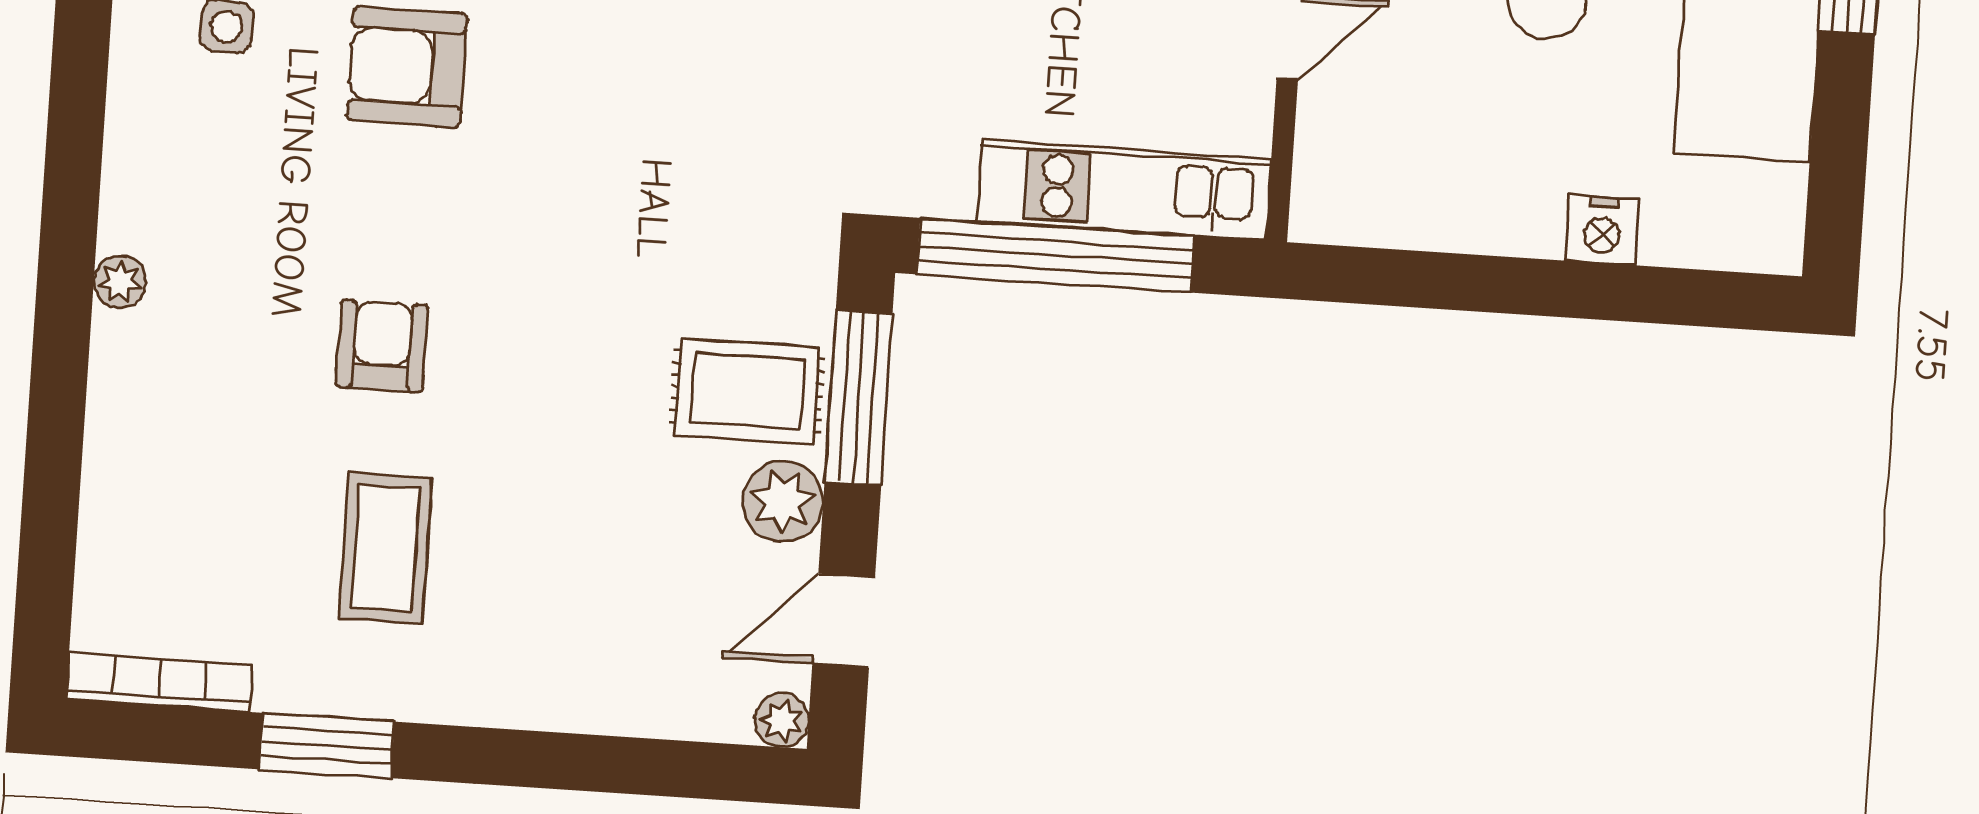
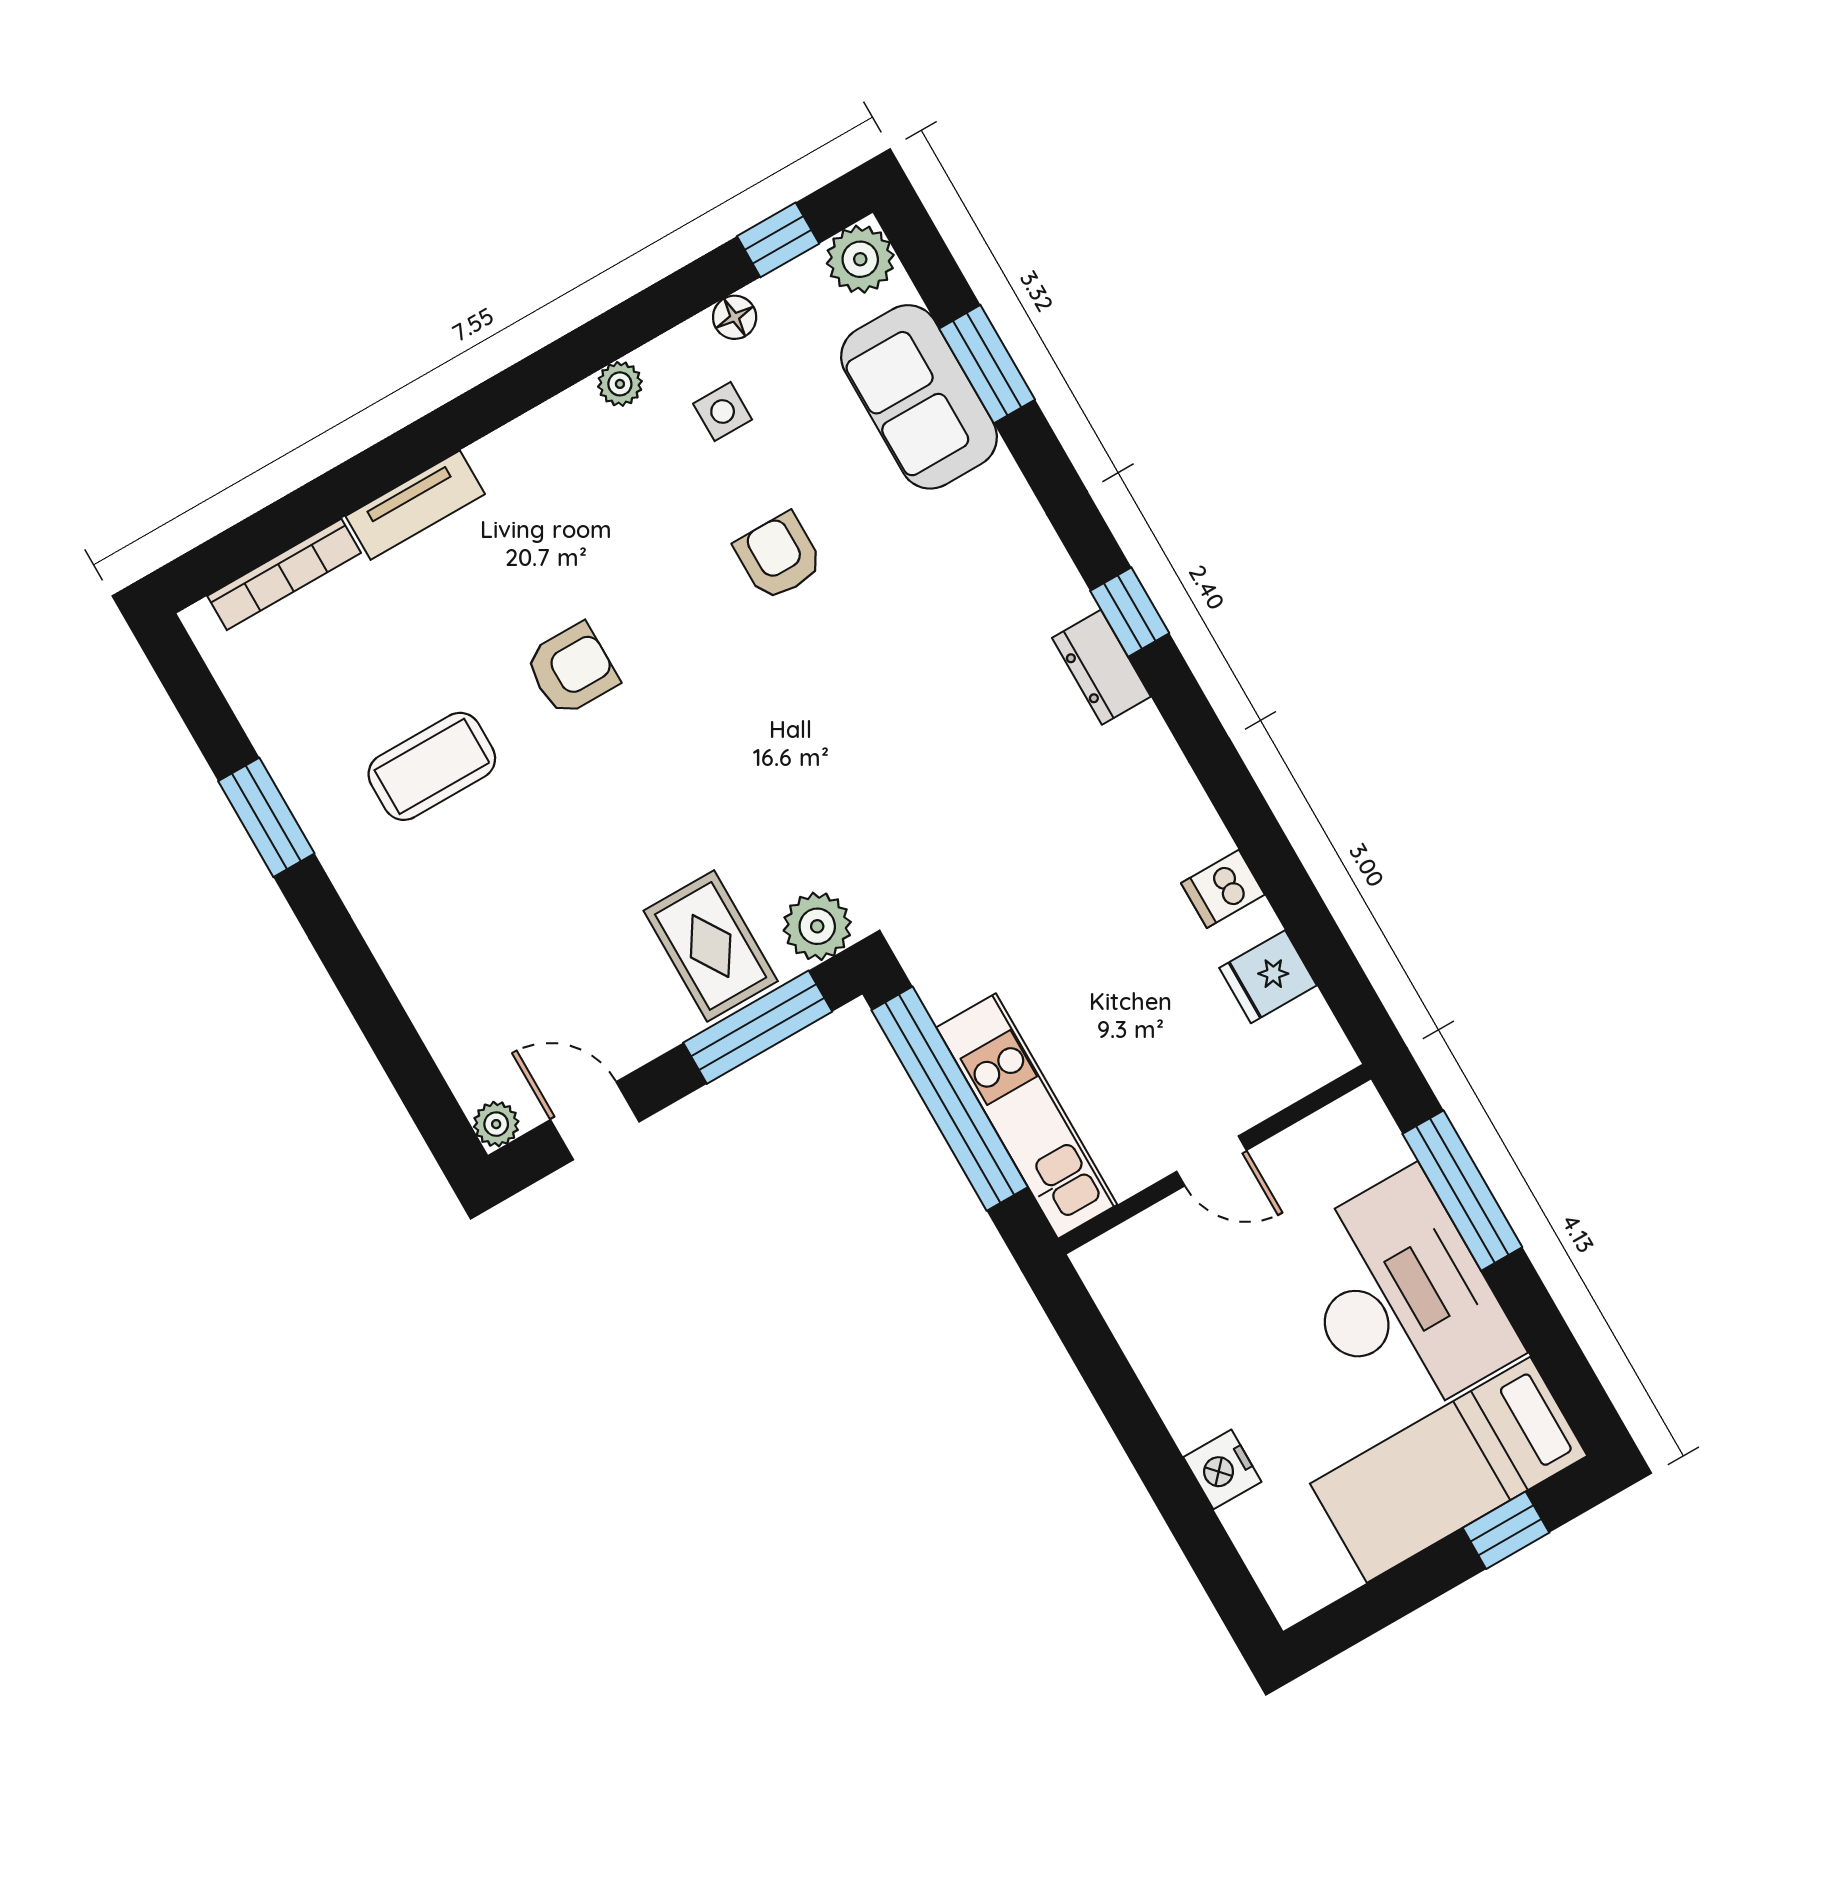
armchair: (407, 67) -> (779, 556), width x0.72, depth x0.72
plant: (120, 282) -> (620, 384), moved
tv unit: (116, 392) -> (415, 505), added
plant: (783, 502) -> (817, 926), moved
bookcase: (159, 682) -> (284, 574), moved, turned 90

